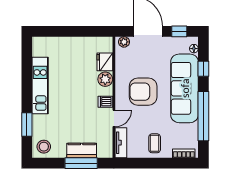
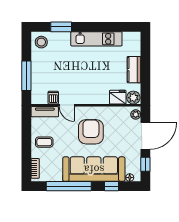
plant: (105, 79) -> (133, 98), moved
dishwasher: (105, 102) -> (53, 98), moved
kitchen counter: (82, 150) -> (134, 70), moved, turned 180

